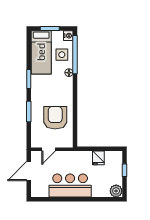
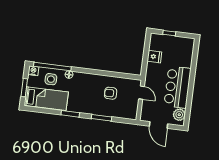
armchair: (55, 118) -> (111, 93), width x0.53, depth x0.53
door: (49, 149) -> (141, 93), moved
plant: (116, 191) -> (179, 115), moved

